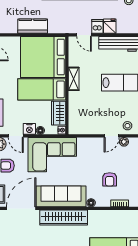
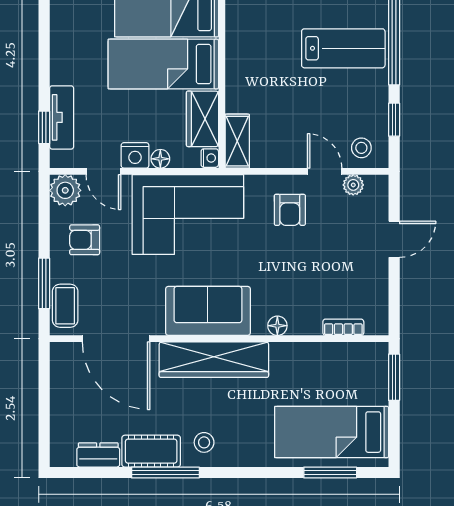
shelving: (74, 79) -> (237, 141), moved
door: (112, 136) -> (325, 171), swing flipped
armchair: (110, 179) -> (290, 210), moved
sofa: (61, 196) -> (208, 311), width x0.73
door: (21, 208) -> (116, 339), swing flipped

